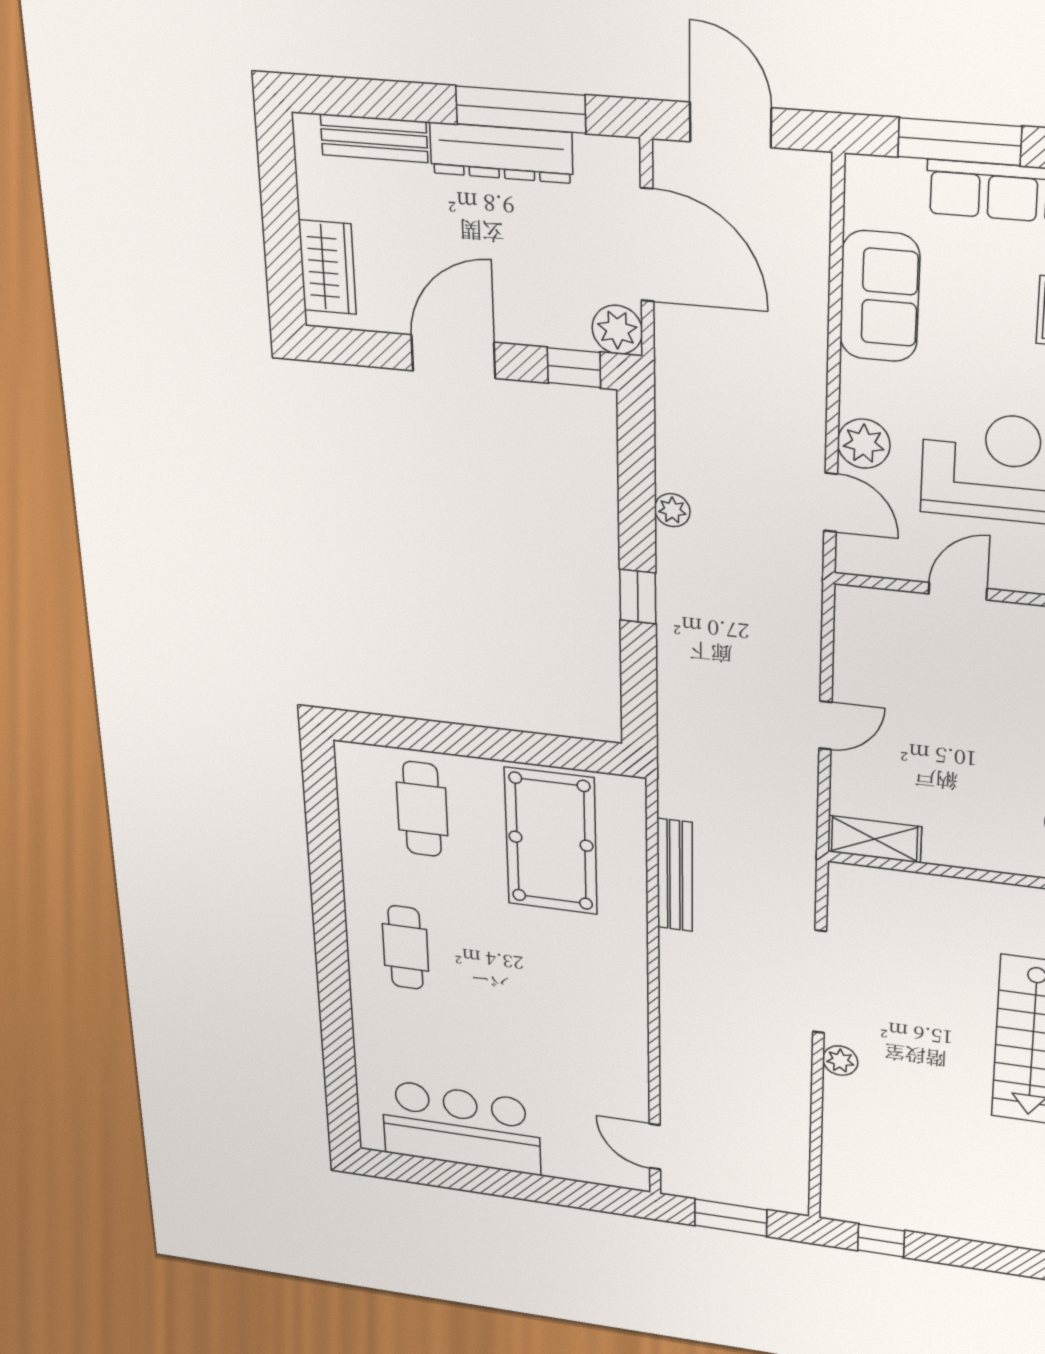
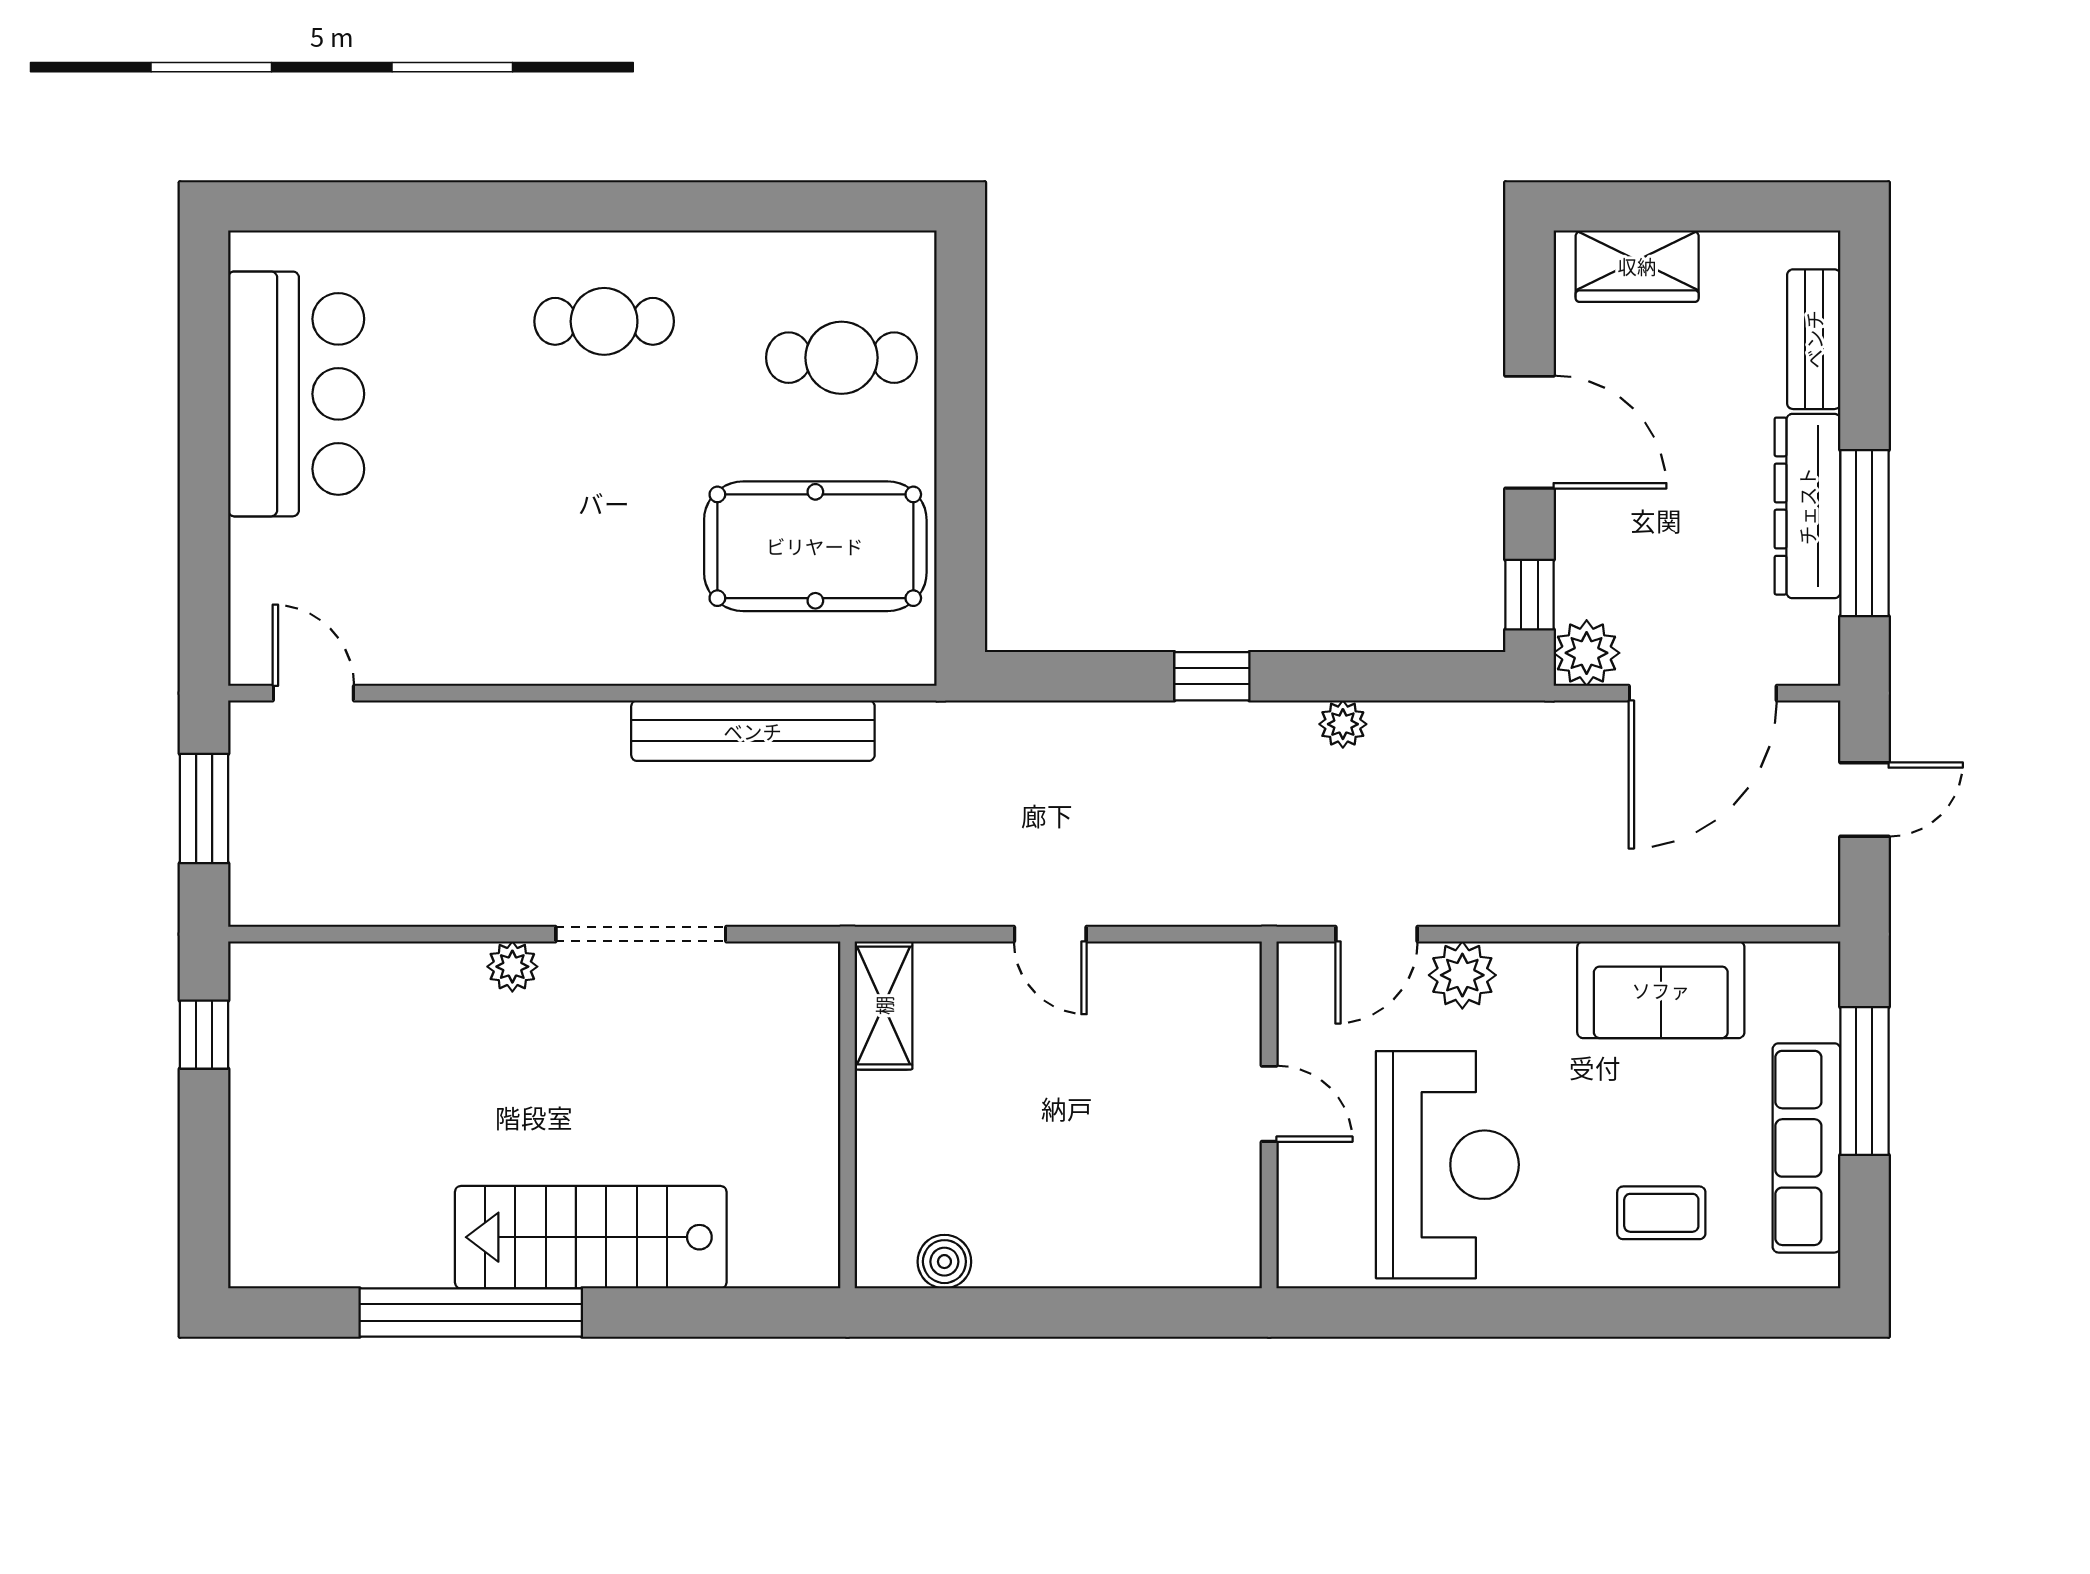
door: (731, 125) -> (1864, 799), width x0.73
bench: (675, 875) -> (753, 731), width x1.37, depth x1.21
door: (655, 1147) -> (313, 693), hinge flipped

